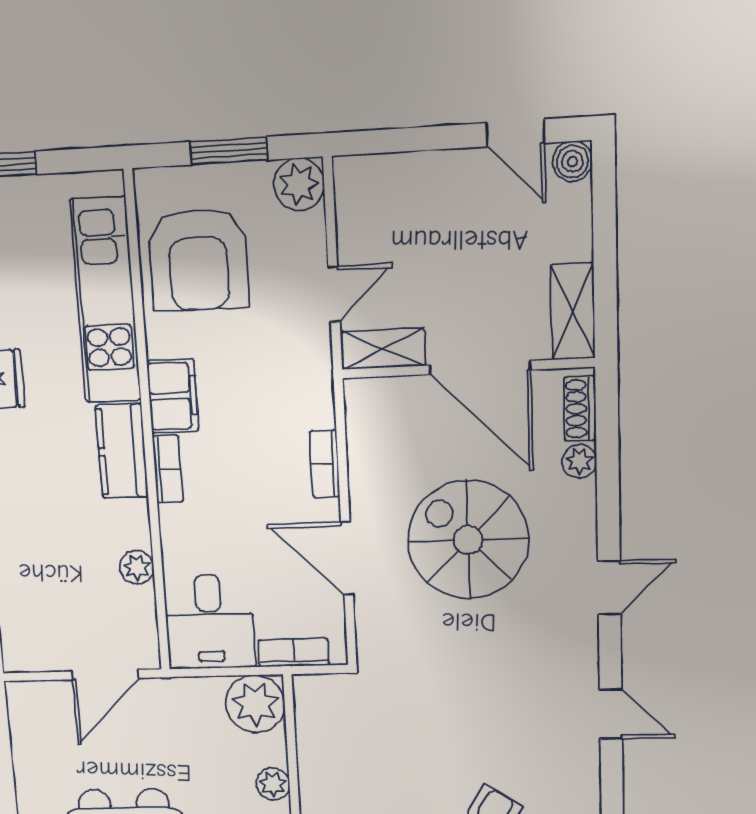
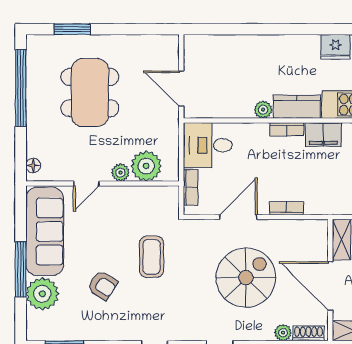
door: (480, 368) -> (330, 286), hinge flipped
plant: (137, 567) -> (263, 110), moved
plant: (255, 704) -> (146, 166), moved
coffee table: (433, 723) -> (152, 257), added

